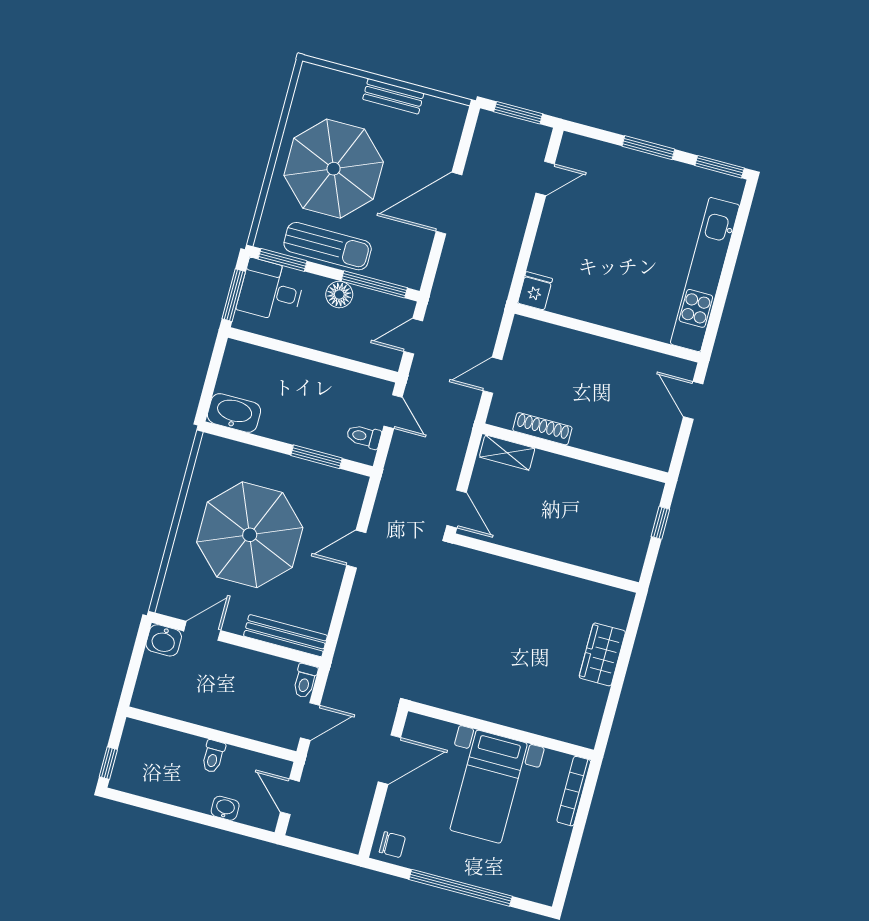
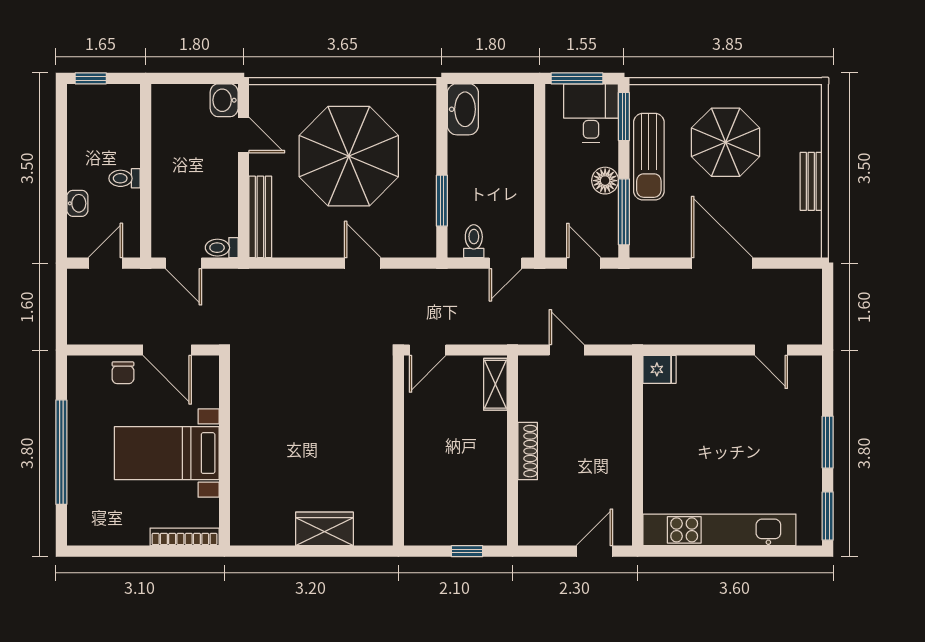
window: (518, 113) -> (828, 307), removed
parasol: (334, 169) -> (726, 142), width x0.73, depth x0.73
shoe rack: (542, 429) -> (528, 451), moved
chair: (392, 845) -> (123, 373), moved

